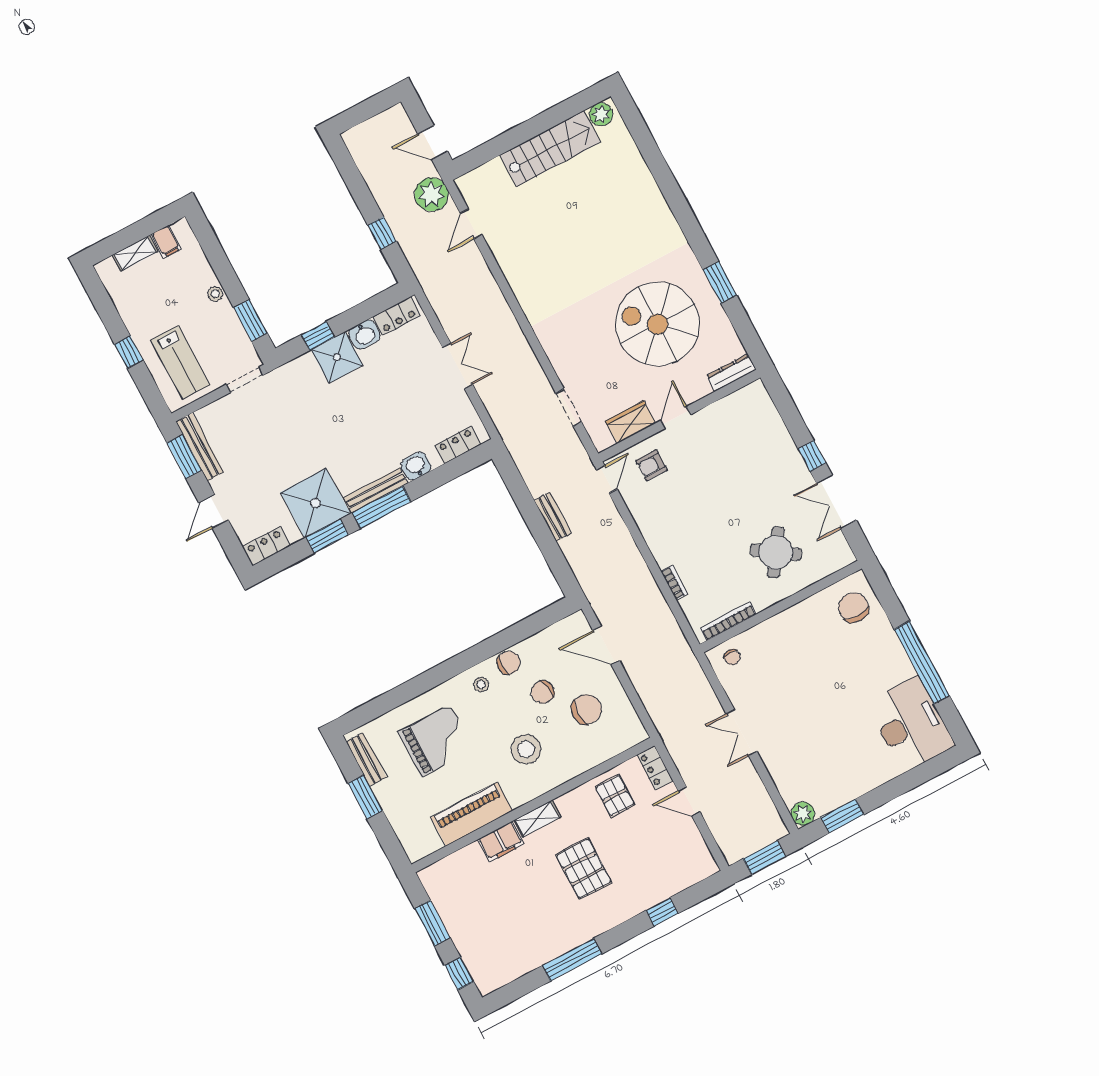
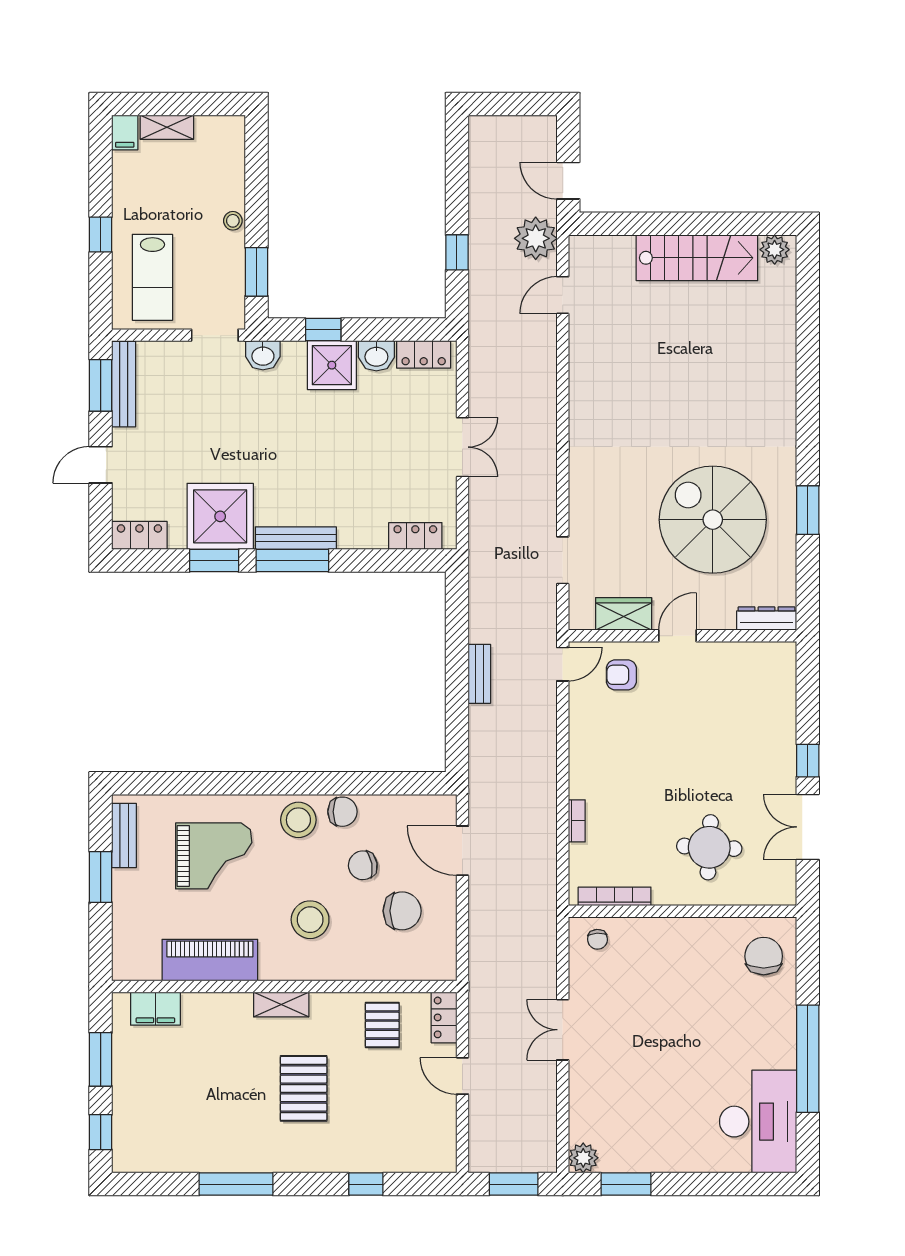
filing cabinet: (166, 242) -> (125, 133), moved
washbasin: (416, 466) -> (263, 355), moved, turned 180
round table: (776, 552) -> (709, 847), turned -31
stool: (481, 685) -> (298, 820), width x1.89, depth x1.89
filing cabinet: (501, 842) -> (155, 1009), moved

